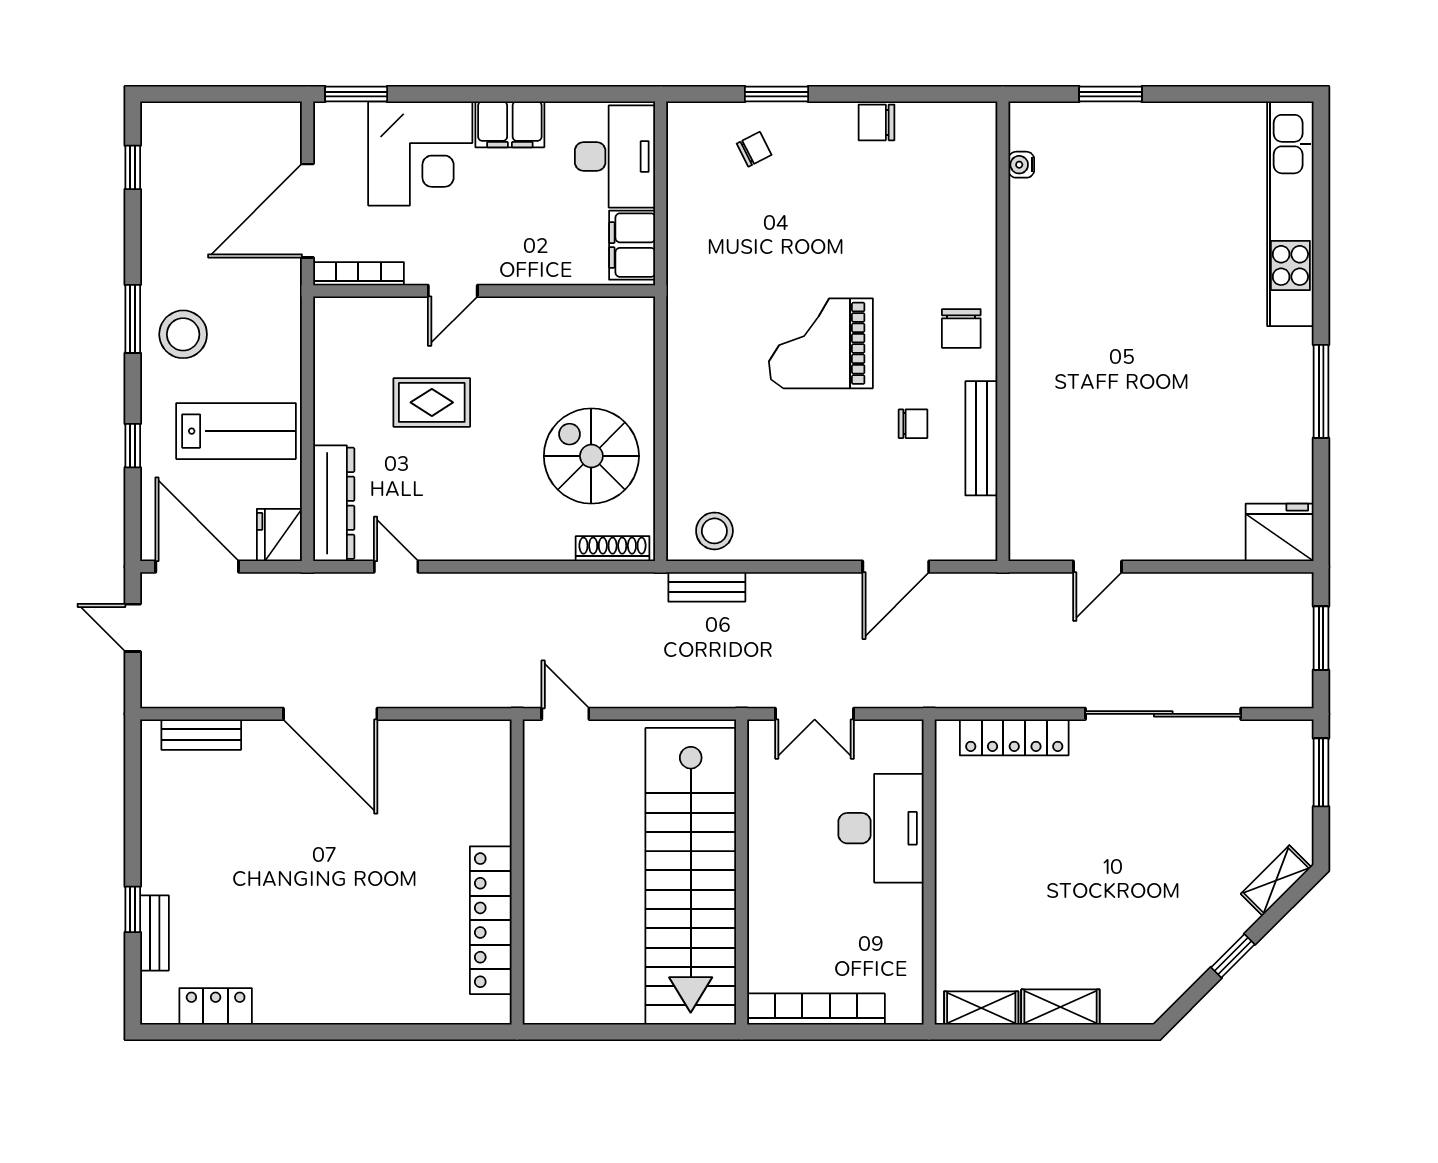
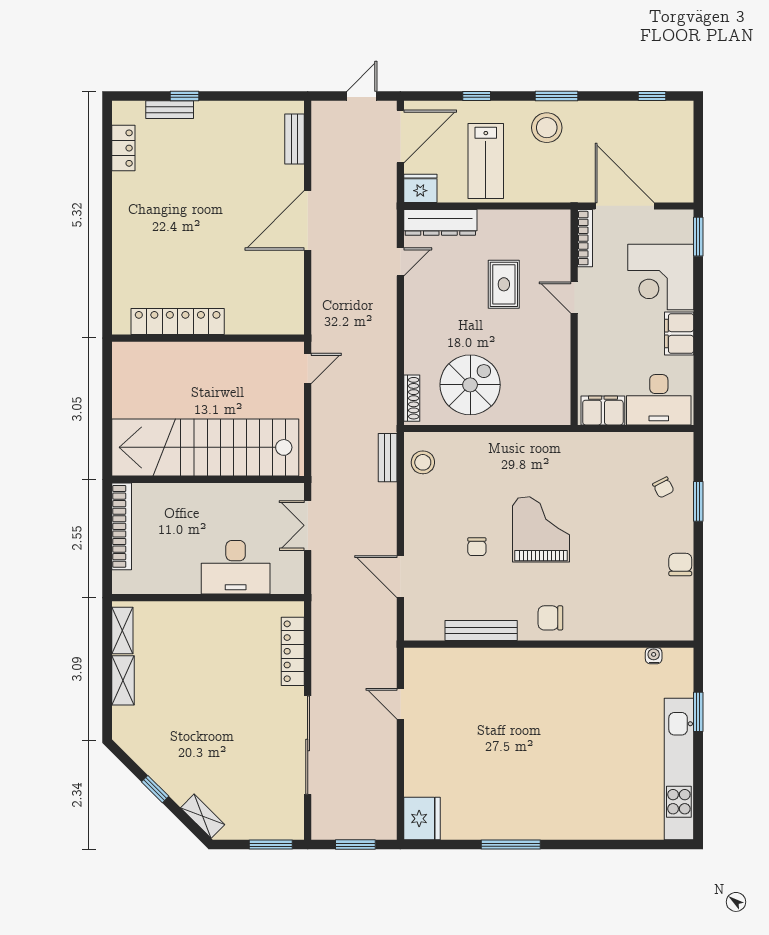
kitchen unit: (1290, 214) -> (679, 769), moved, turned -90
chair: (913, 424) -> (477, 547), moved

